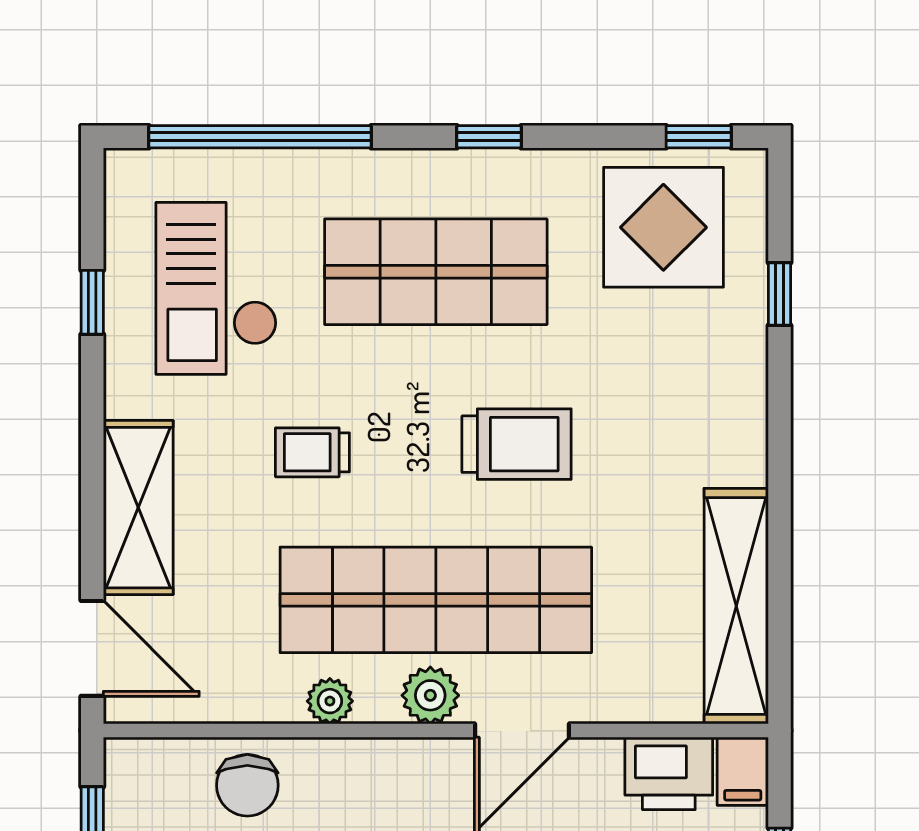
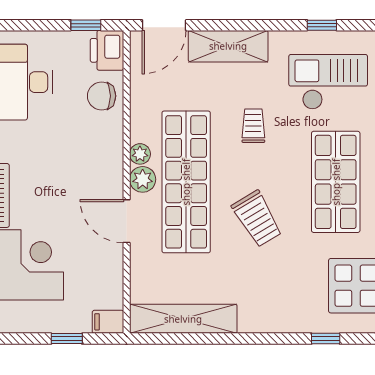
trolley: (517, 444) -> (257, 219), turned -31
plant: (330, 701) -> (140, 154), moved
printer: (669, 773) -> (107, 50), moved

